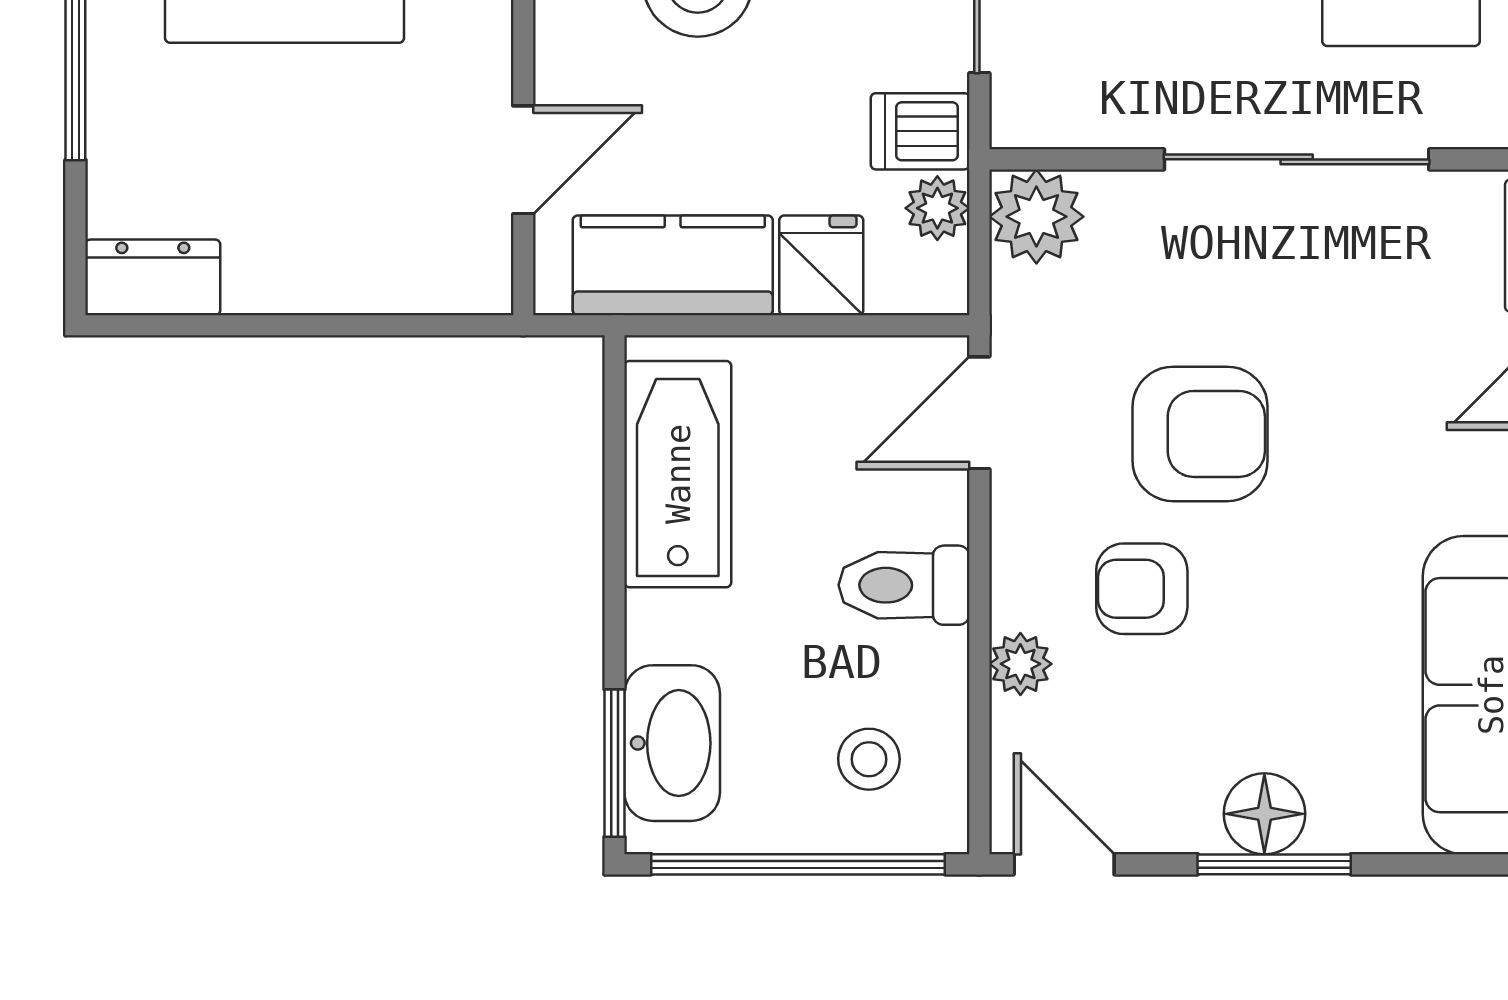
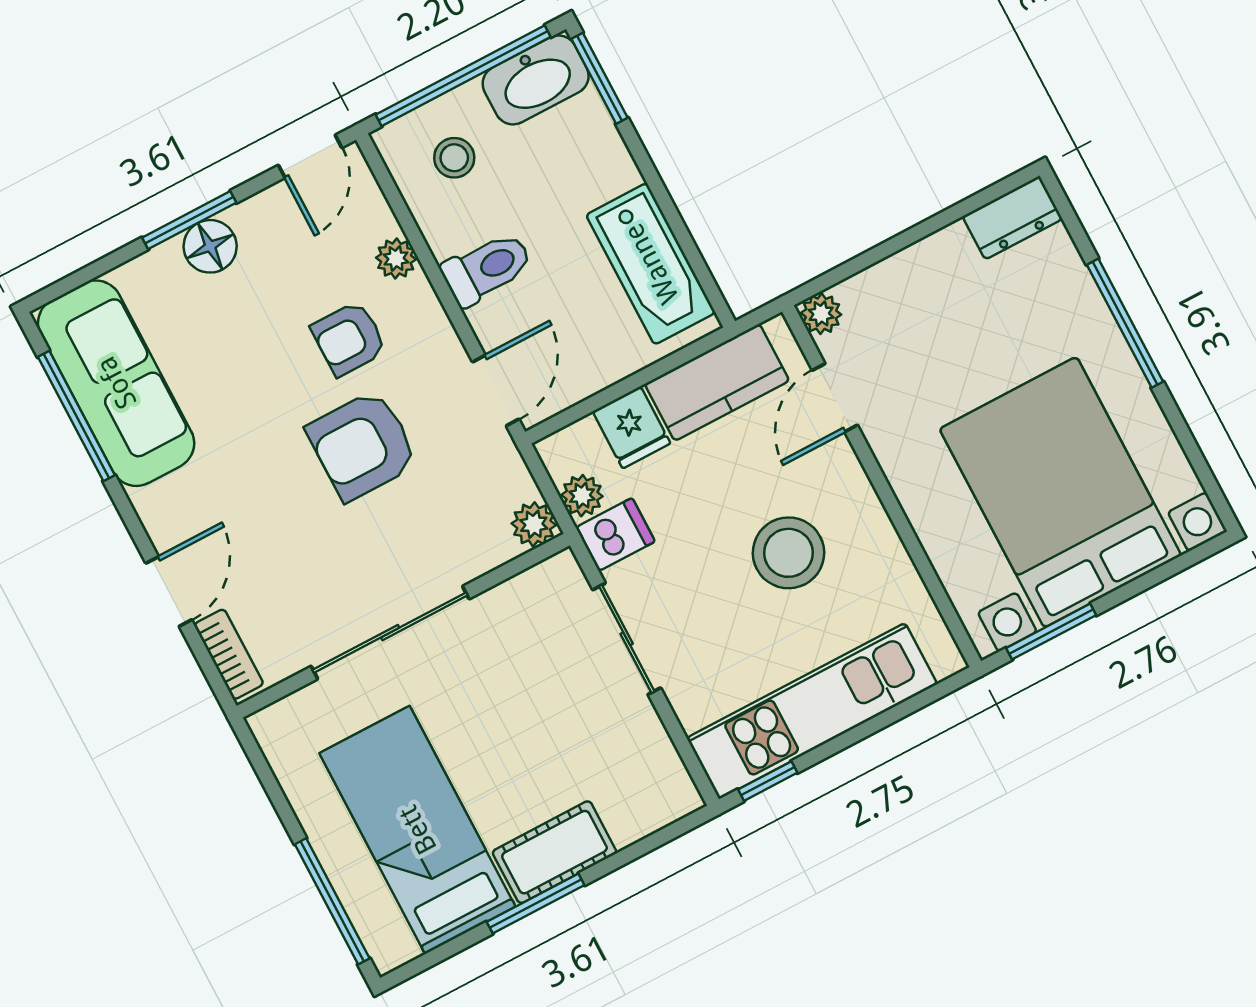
plant: (1036, 217) -> (534, 524), width x0.73, depth x0.73
plant: (482, 284) -> (821, 314), added
armchair: (1142, 589) -> (349, 339), turned 180
washbasin: (672, 743) -> (536, 80), moved, turned -90
door: (1064, 864) -> (310, 156), hinge flipped

